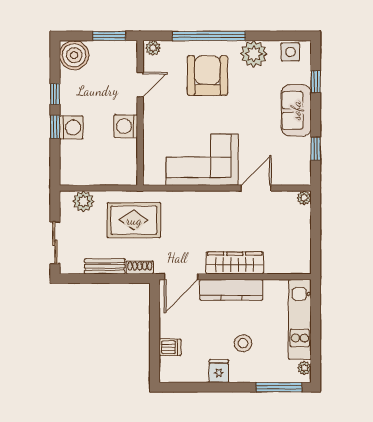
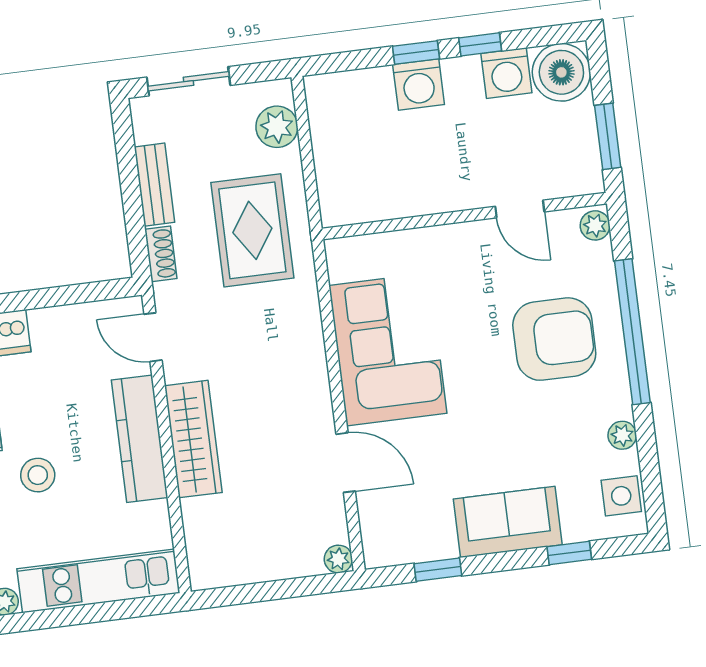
plant: (254, 54) -> (622, 435), width x0.53, depth x0.53
washing machine: (126, 126) -> (506, 73), moved, turned 180
door: (181, 277) -> (153, 337), width x0.73

